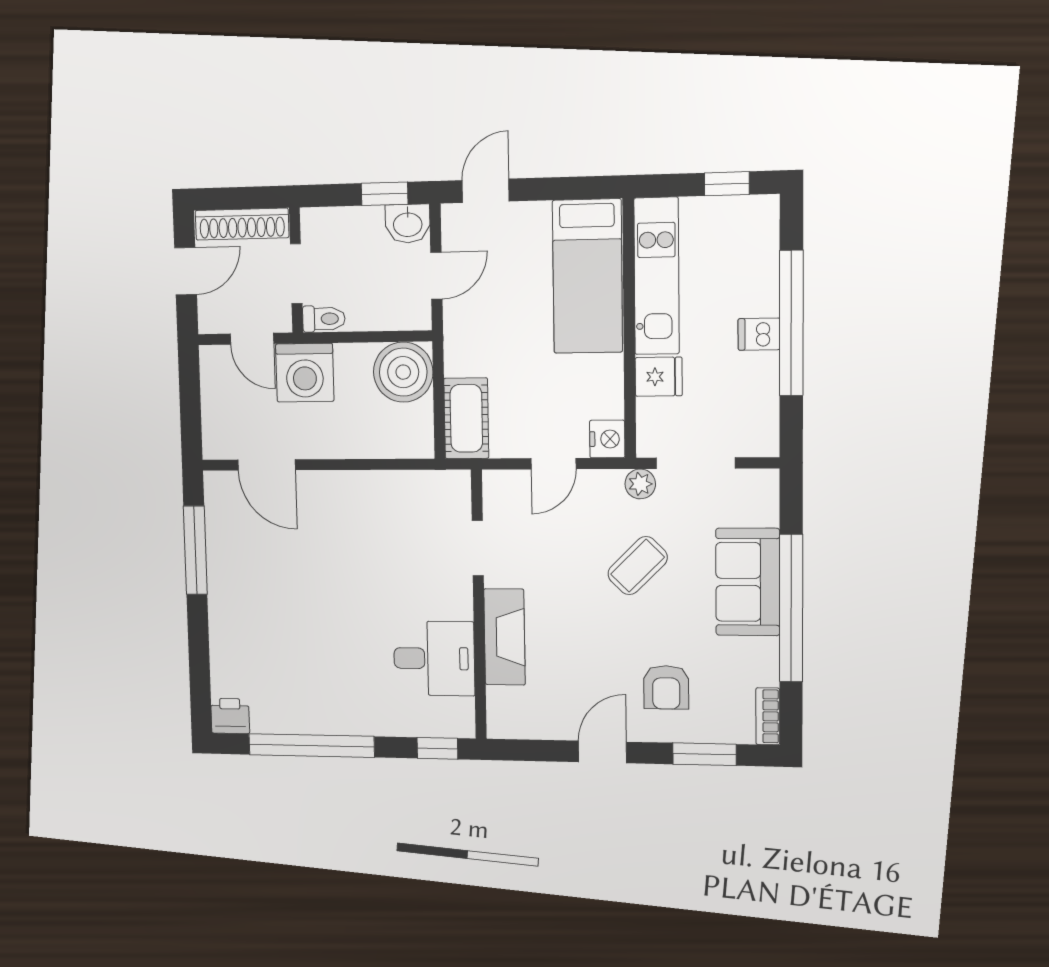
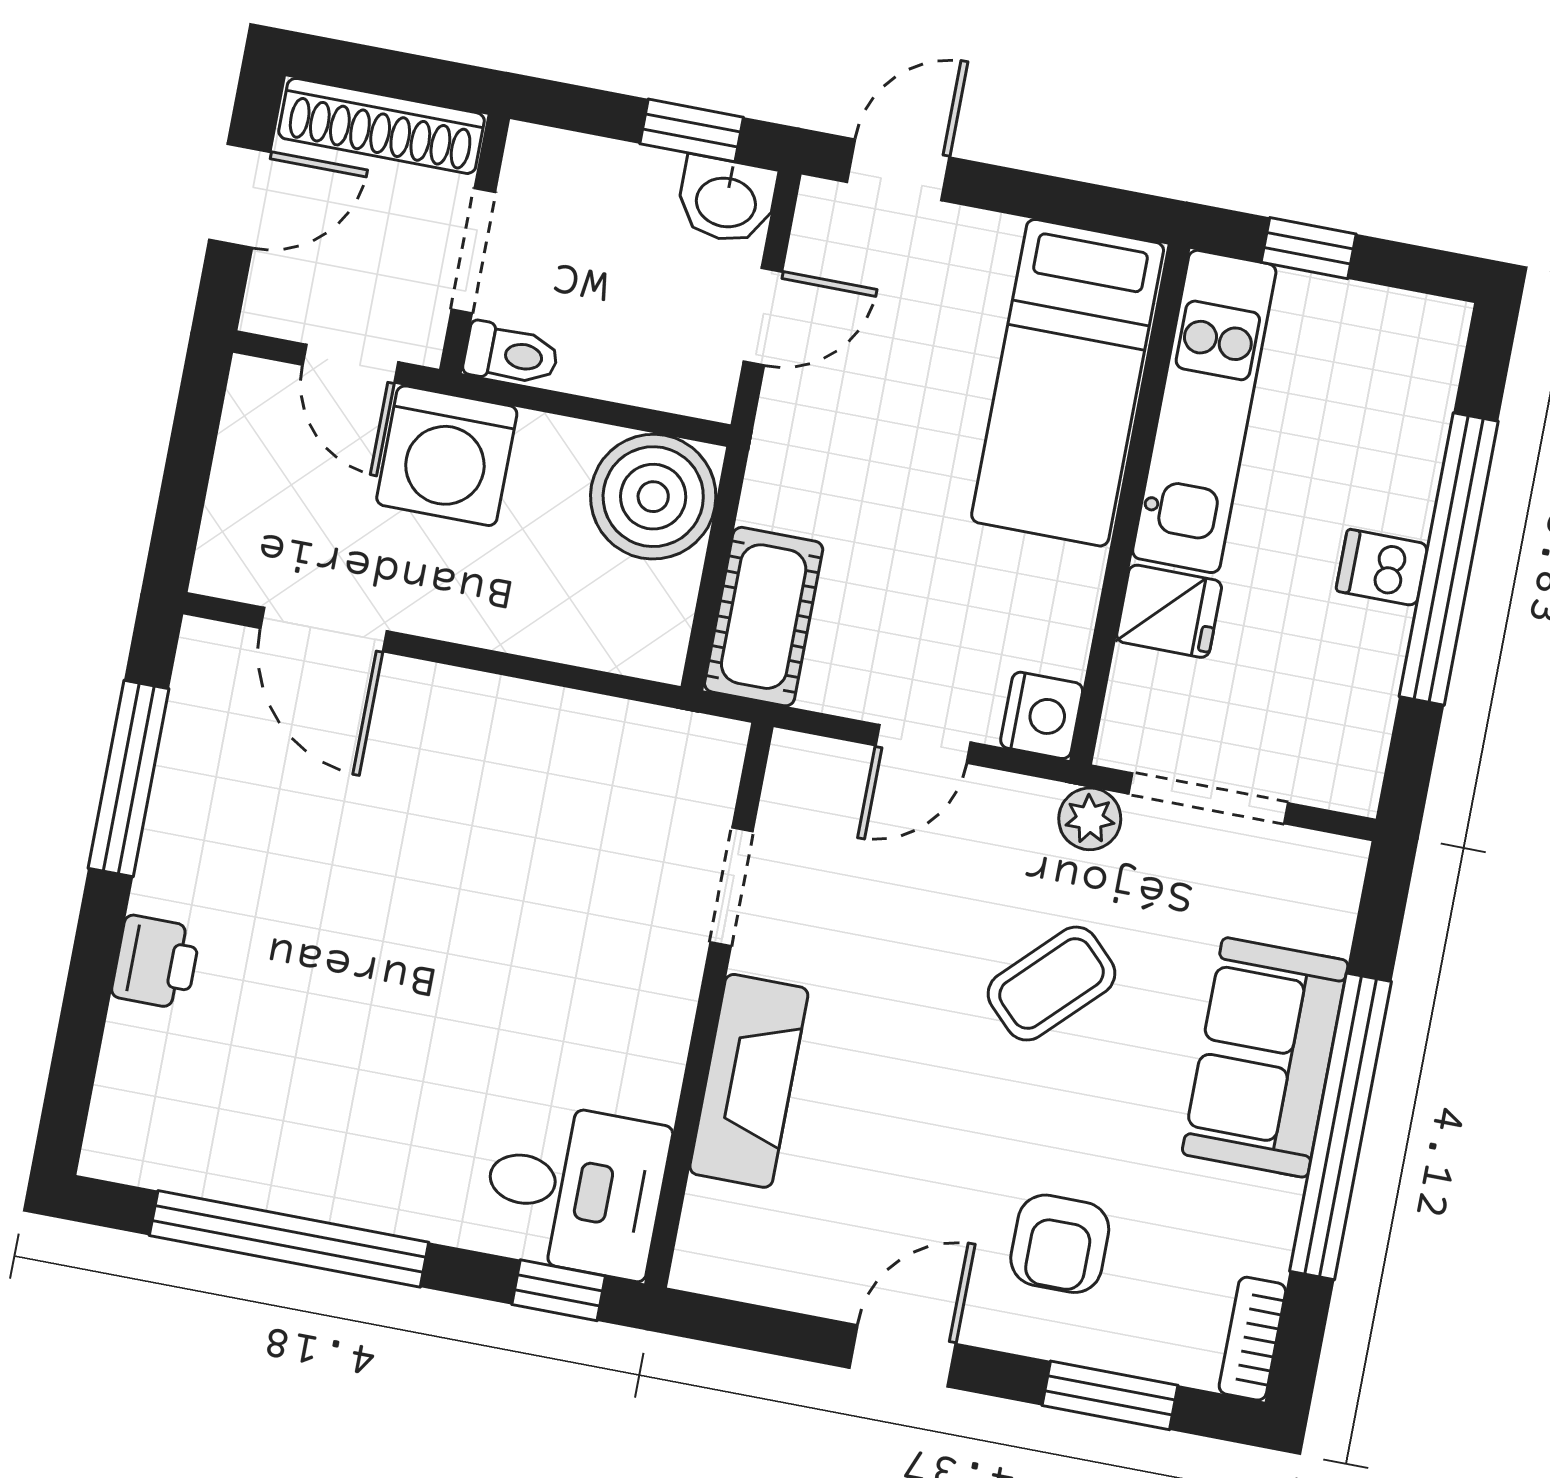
window: (727, 184) -> (1309, 248), moved
desk: (434, 658) -> (575, 1189), moved
printer: (230, 716) -> (156, 962), moved, turned 90

